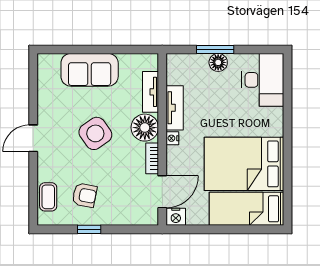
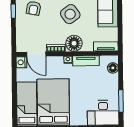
window: (215, 49) -> (121, 101), moved
floor lamp: (218, 62) -> (113, 68), moved
tv unit: (151, 92) -> (106, 46), moved

